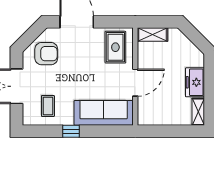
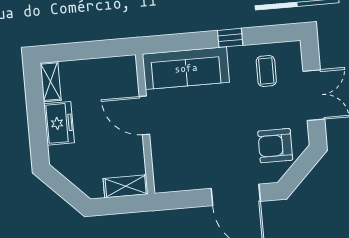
rug: (115, 47) -> (177, 163), removed
door: (135, 83) -> (144, 115), hinge flipped

